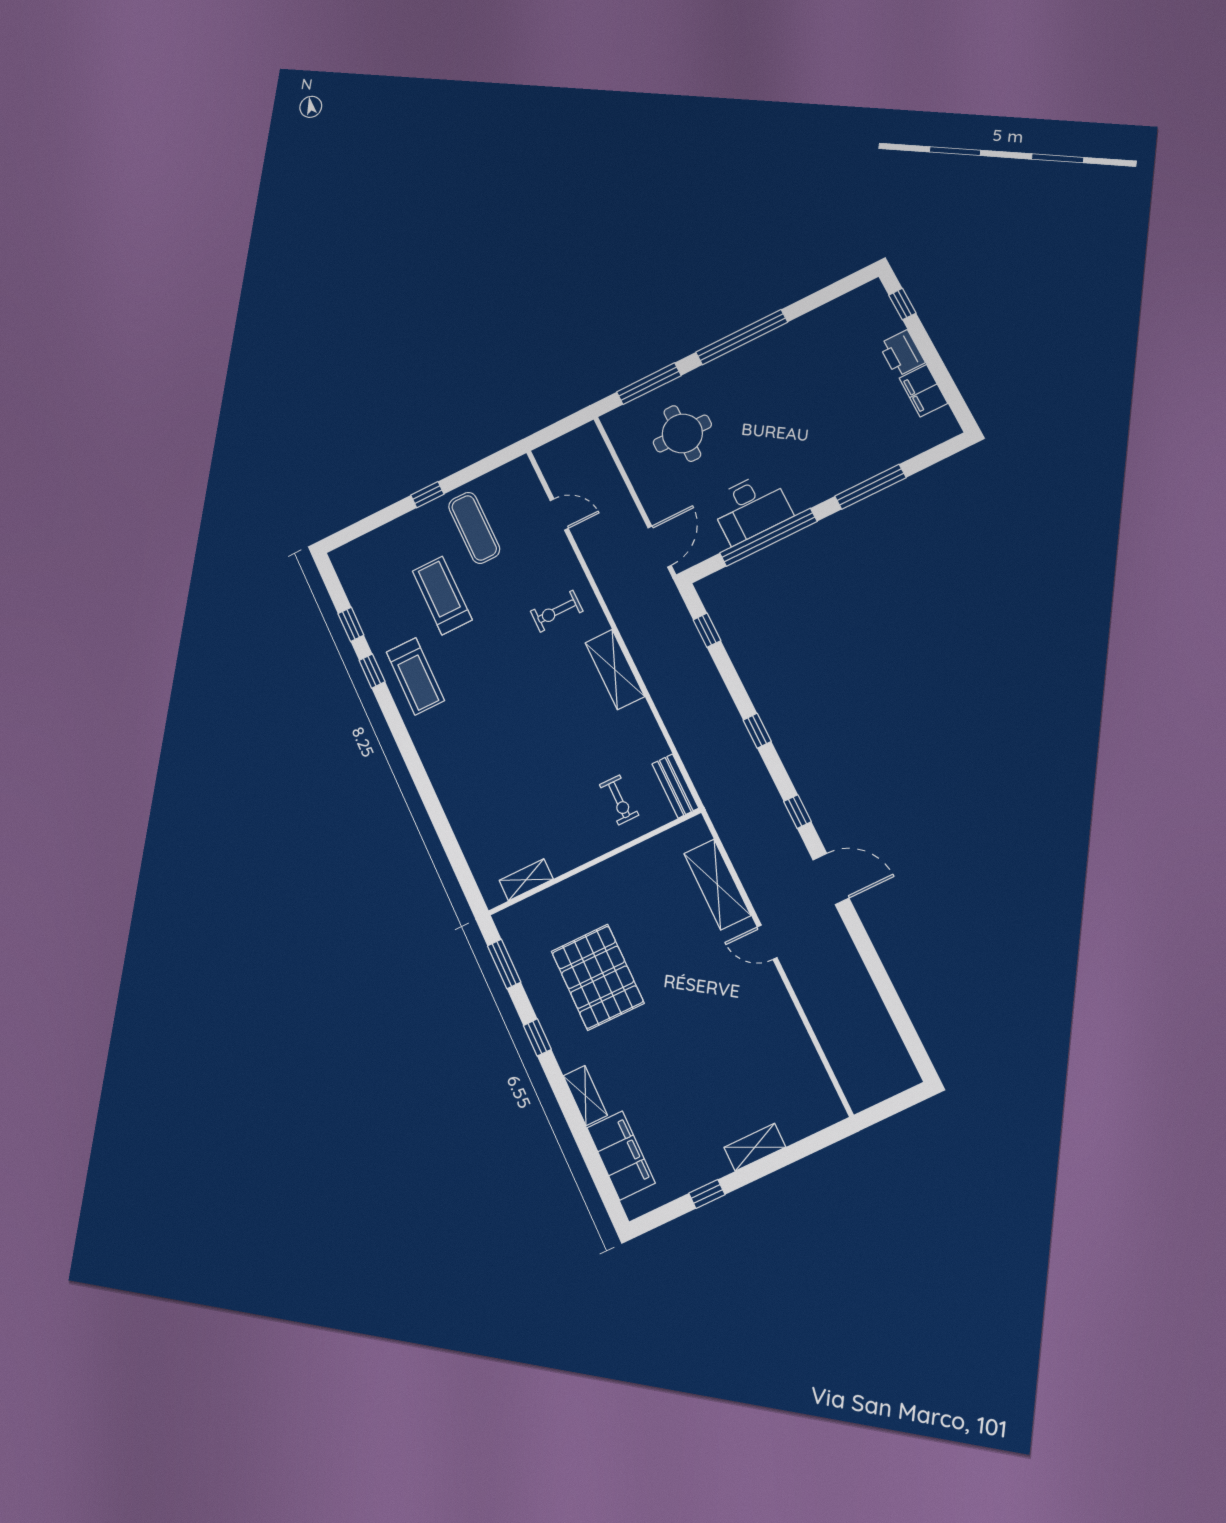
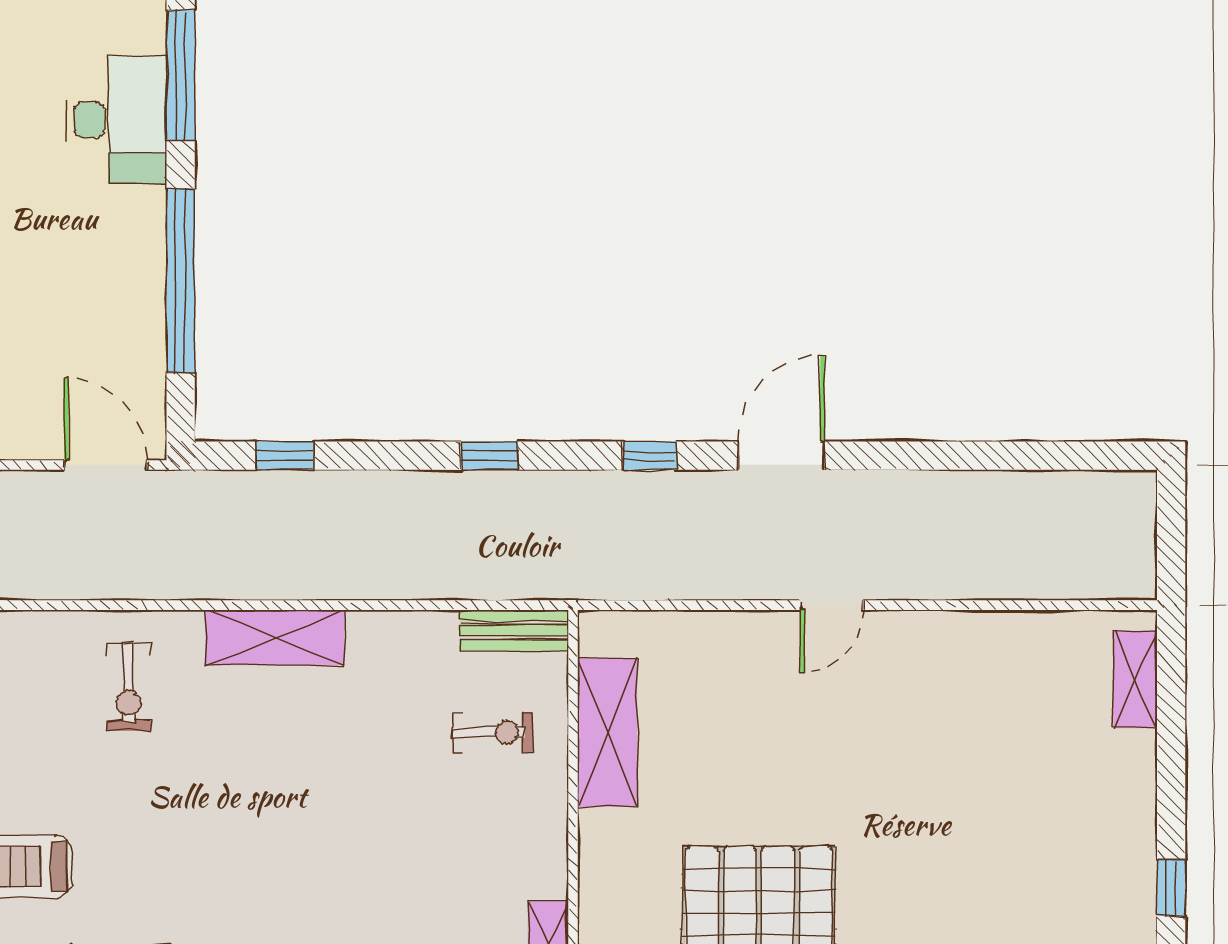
desk: (751, 508) -> (116, 119), moved
shelving: (717, 884) -> (607, 732), moved, turned 90
shelving: (755, 1147) -> (1135, 679), moved

